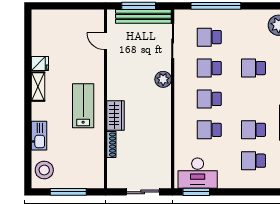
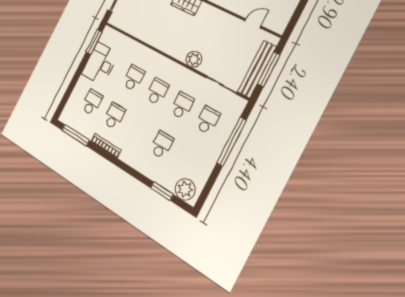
desk: (198, 173) -> (100, 64), moved

